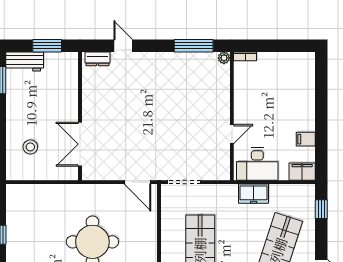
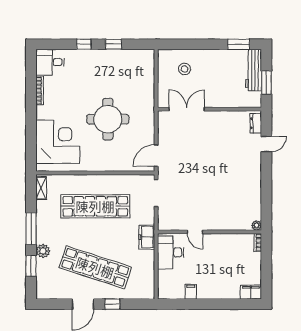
window: (194, 46) -> (266, 201), removed
workbench: (25, 62) -> (254, 70), width x1.38
filing cabinet: (302, 172) -> (251, 292), moved, turned -90
freezer: (254, 194) -> (147, 237), moved
window: (321, 209) -> (112, 304), moved

